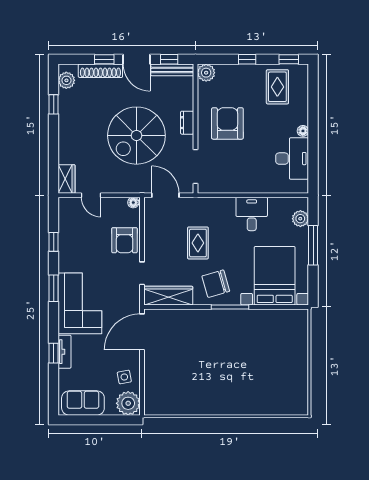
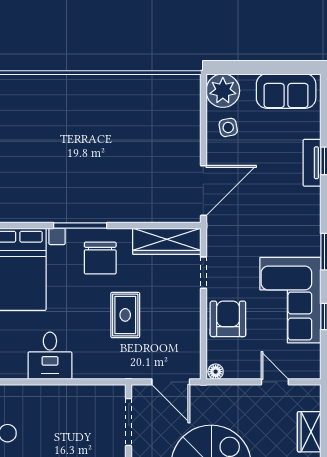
wardrobe: (66, 179) -> (309, 432), moved
chair: (216, 284) -> (100, 258), turned 106
corner sofa: (80, 303) -> (290, 300), moved

